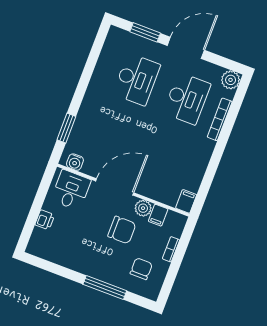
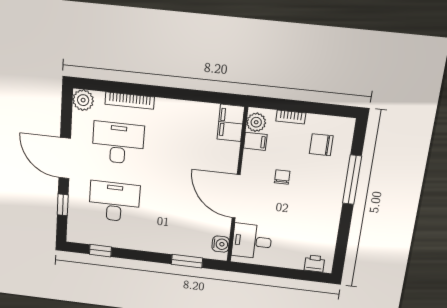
window: (145, 32) -> (63, 205), width x0.67
window: (95, 53) -> (100, 251), added
filing cabinet: (186, 201) -> (231, 123), width x2.00
plant: (143, 208) -> (256, 122), moved
printer: (45, 220) -> (314, 263), moved
chair: (122, 230) -> (282, 177), width x0.54, depth x0.54

